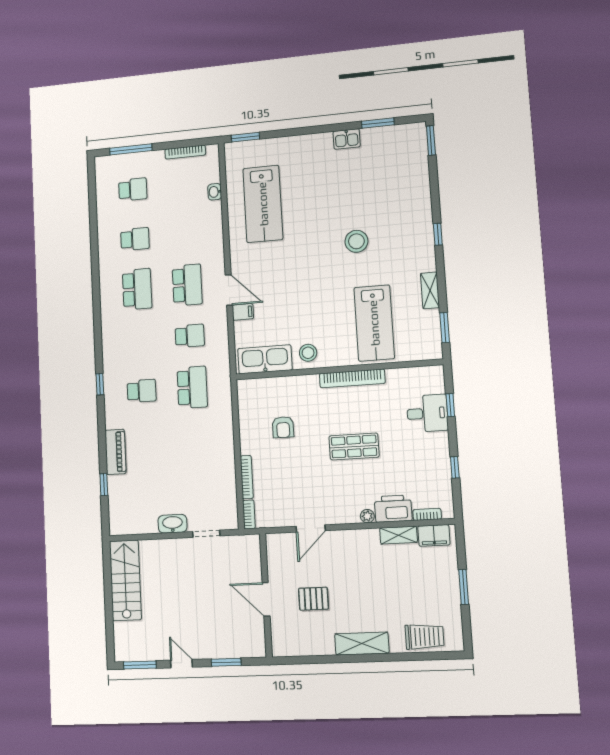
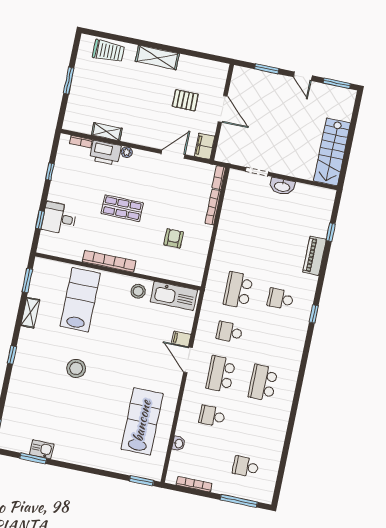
kitchen sink: (347, 139) -> (42, 449), moved
school desk: (135, 239) -> (212, 416), moved
filing cabinet: (434, 535) -> (204, 146), moved, turned -90
trolley: (424, 637) -> (108, 51), turned 180

